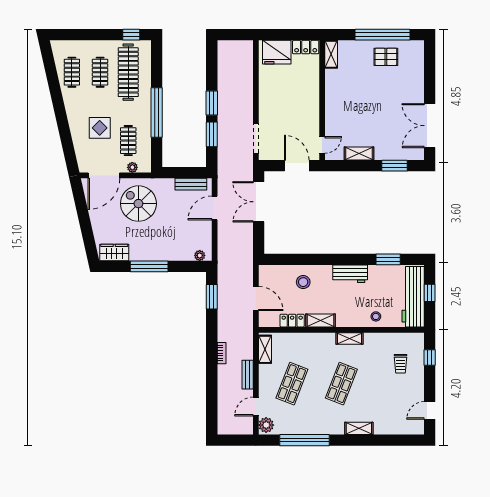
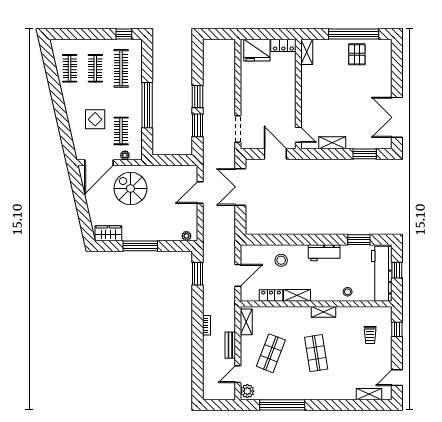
pallet: (386, 57) -> (357, 54), turned 90
clothes rail: (128, 72) -> (121, 68), width x0.73, depth x0.76
door: (322, 145) -> (298, 135), hinge flipped
bench: (191, 184) -> (178, 171), removed
door: (256, 299) -> (238, 275), hinge flipped
shop shelf: (341, 384) -> (316, 353), turned -30
shelving: (359, 428) -> (369, 394), moved

